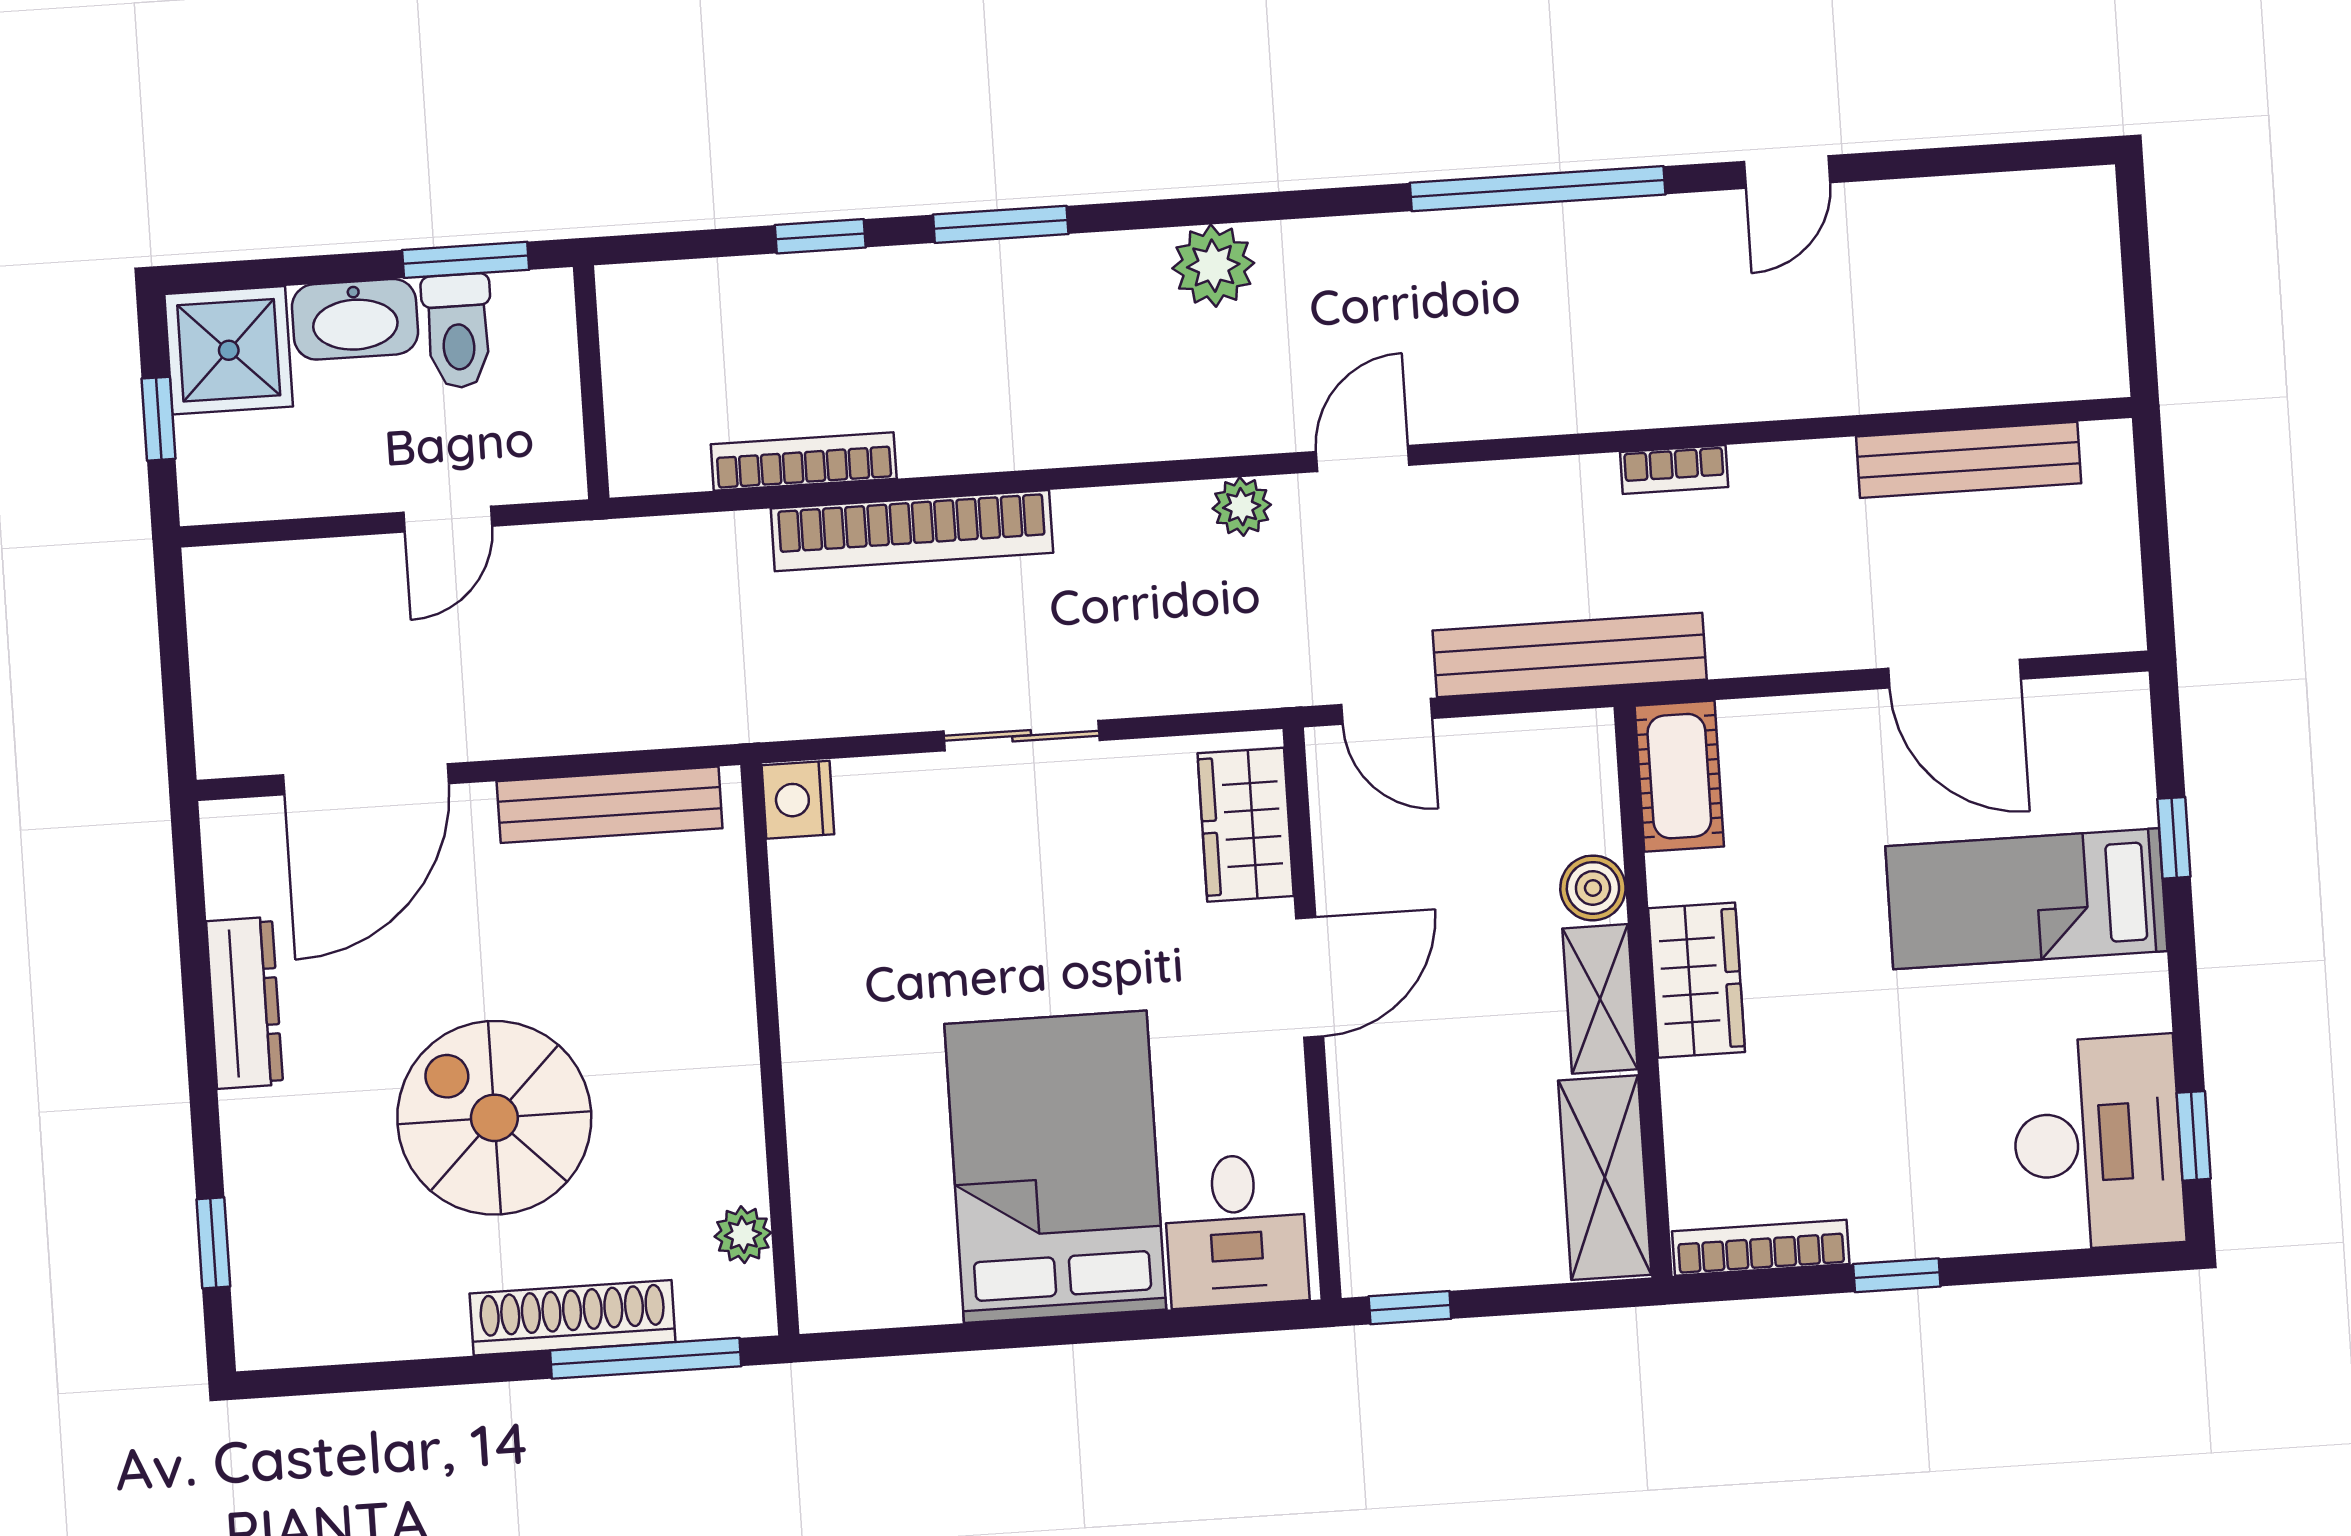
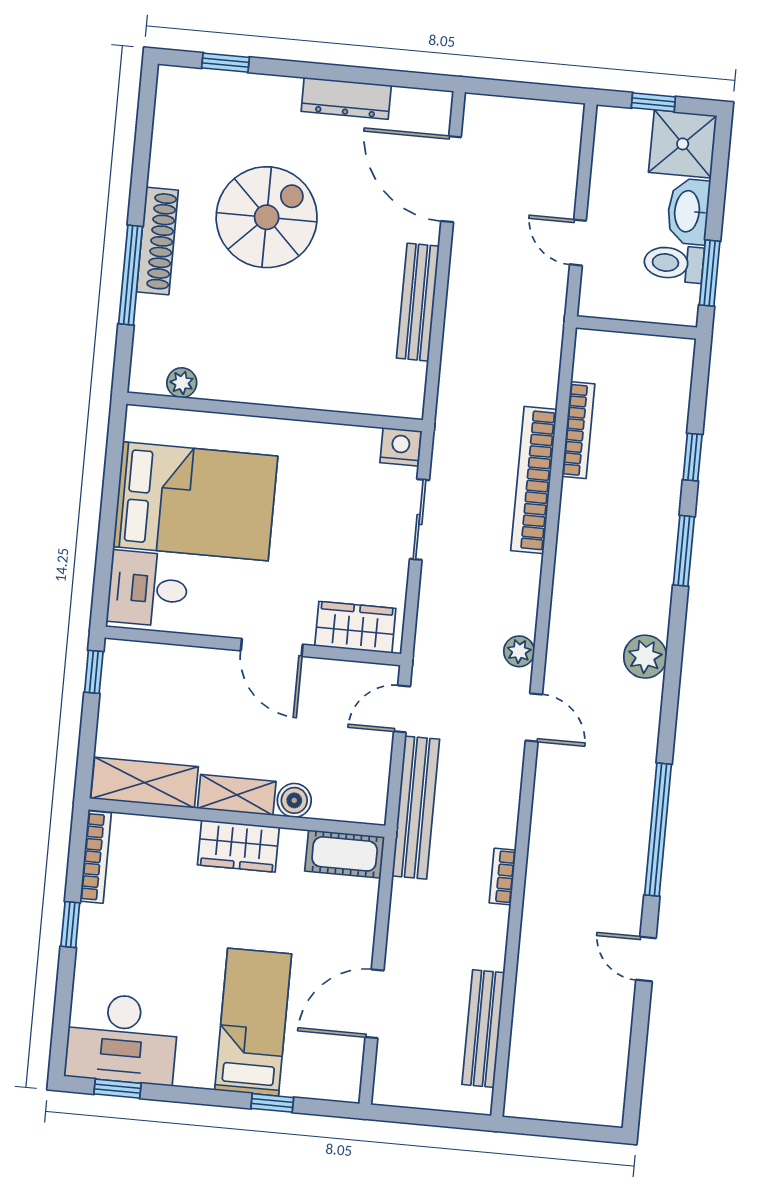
nightstand: (798, 800) -> (401, 447), moved
wall: (770, 1049) -> (275, 412), moved
plant: (743, 1235) -> (182, 383), moved

